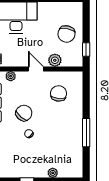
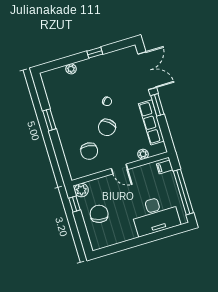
plant: (55, 60) -> (81, 190), moved
chair: (24, 113) -> (107, 127), moved
window: (86, 133) -> (49, 120), width x0.69

